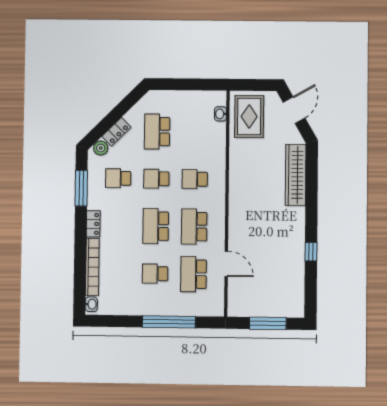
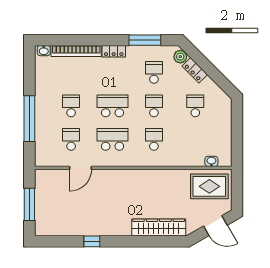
school desk: (157, 132) -> (195, 106), width x0.54
school desk: (194, 274) -> (71, 139), width x0.54

